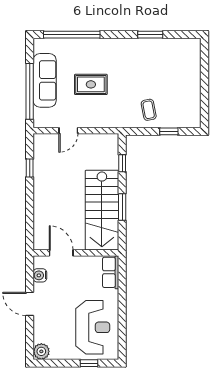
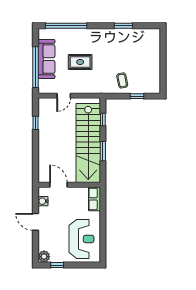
stairs: (102, 210) -> (88, 143), width x1.36
window: (89, 363) -> (57, 265), moved

